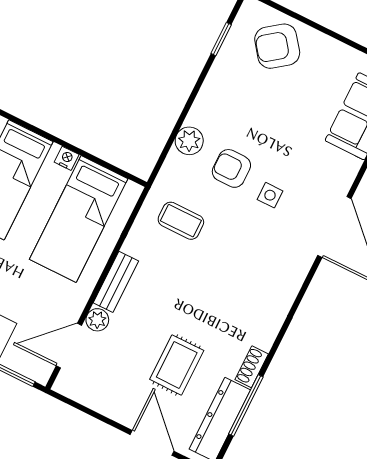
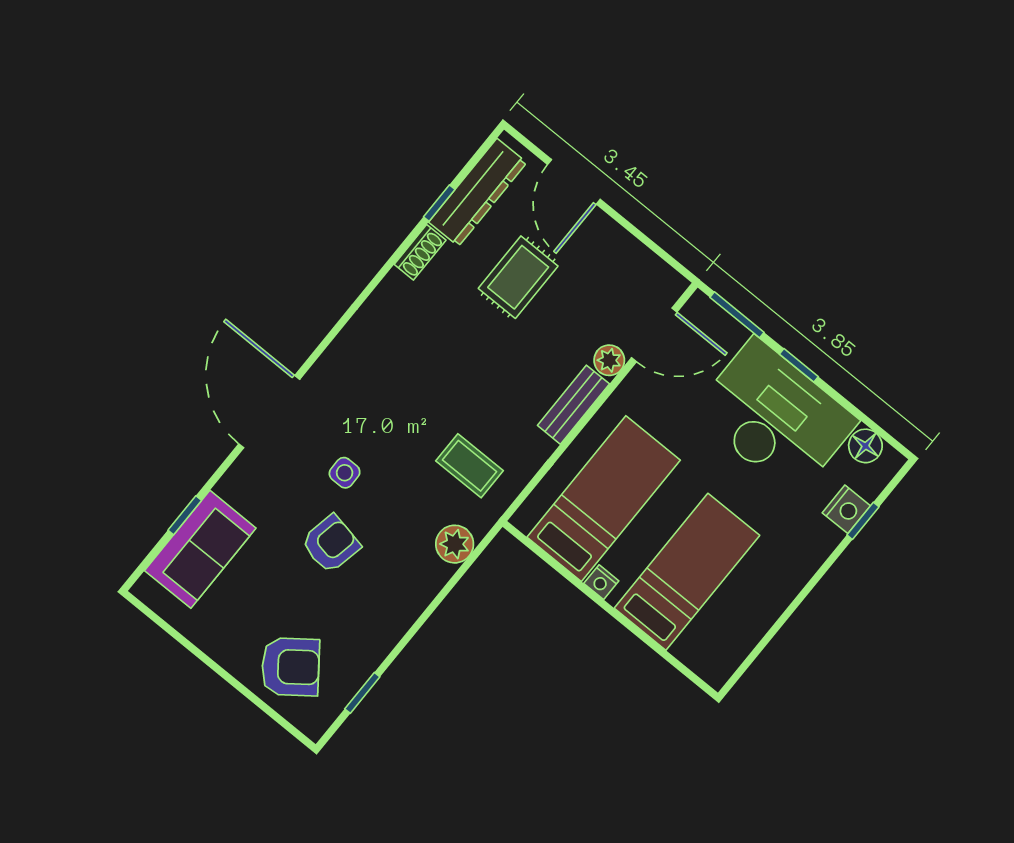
plant: (189, 141) -> (455, 544), moved
armchair: (231, 168) -> (331, 544), moved, turned -79
window: (246, 405) -> (439, 203), width x0.46

